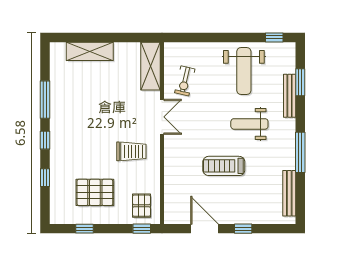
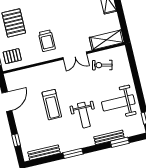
weight bench: (249, 124) -> (84, 115), turned 180
window: (300, 152) -> (73, 153), width x0.69
treadmill: (224, 166) -> (52, 105), turned 180
window: (243, 229) -> (16, 140), moved

